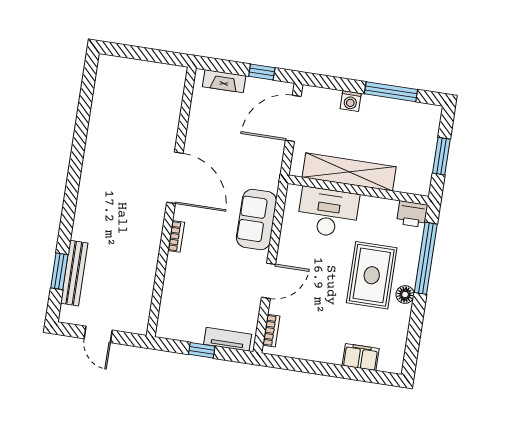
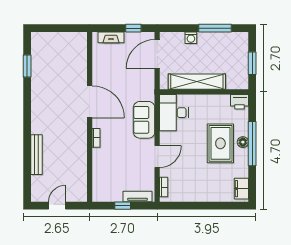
desk: (328, 212) -> (174, 113), moved, turned -90
window: (426, 258) -> (252, 144), moved
window: (59, 271) -> (27, 66), moved
bench: (74, 273) -> (37, 155), moved
floor lamp: (405, 295) -> (243, 142), moved
door: (98, 334) -> (57, 206), swing flipped
filing cabinet: (361, 357) -> (241, 189), moved, turned -90

